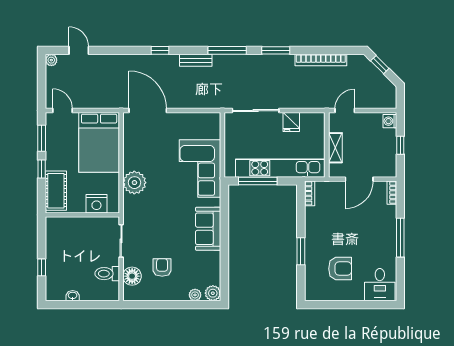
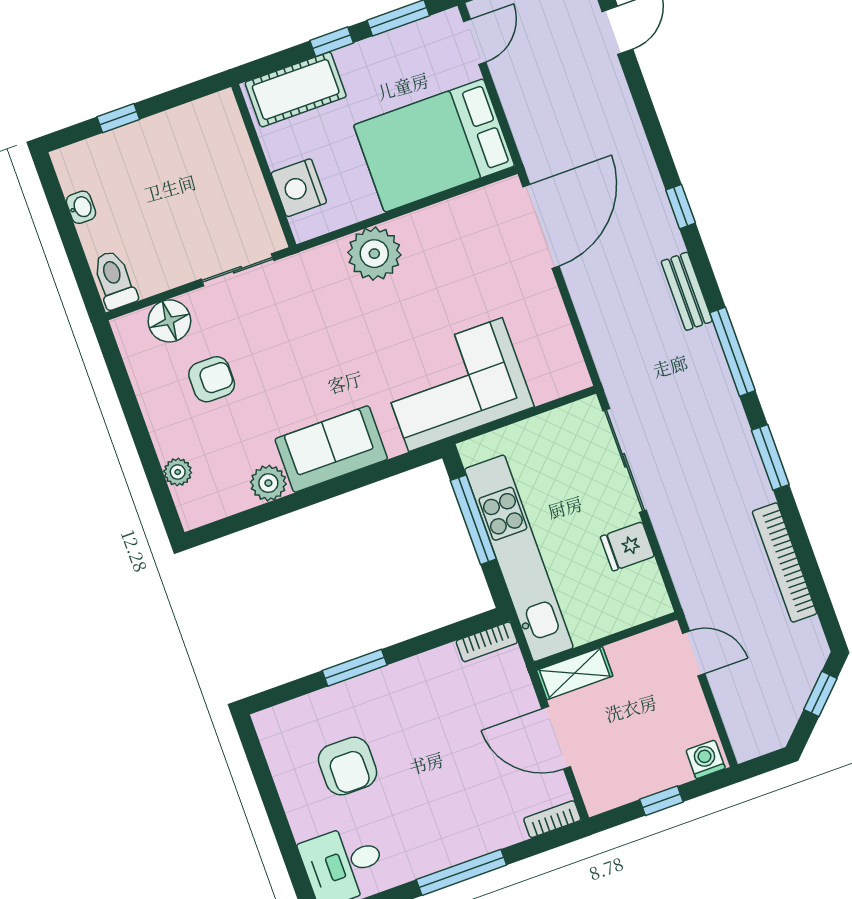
shelving: (335, 148) -> (575, 673), moved
toilet: (107, 274) -> (114, 280), moved
plant: (213, 293) -> (268, 483), moved

